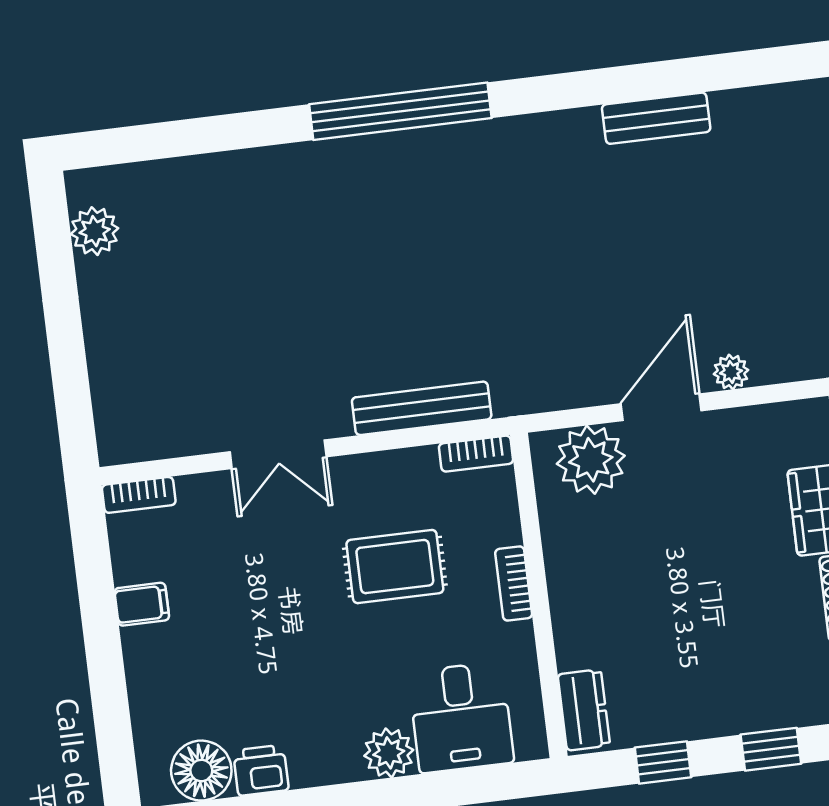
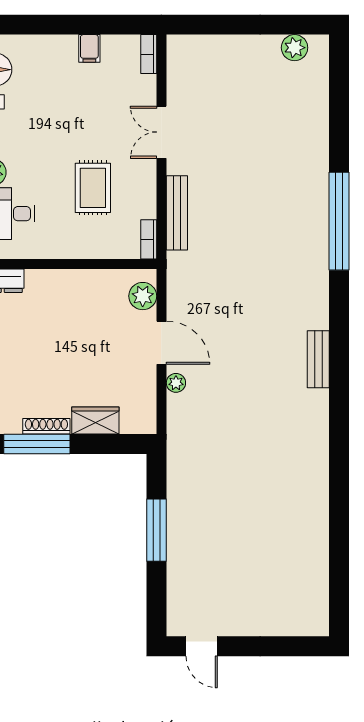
plant: (591, 460) -> (143, 296), width x0.73, depth x0.73
bookcase: (514, 584) -> (76, 251), removed

